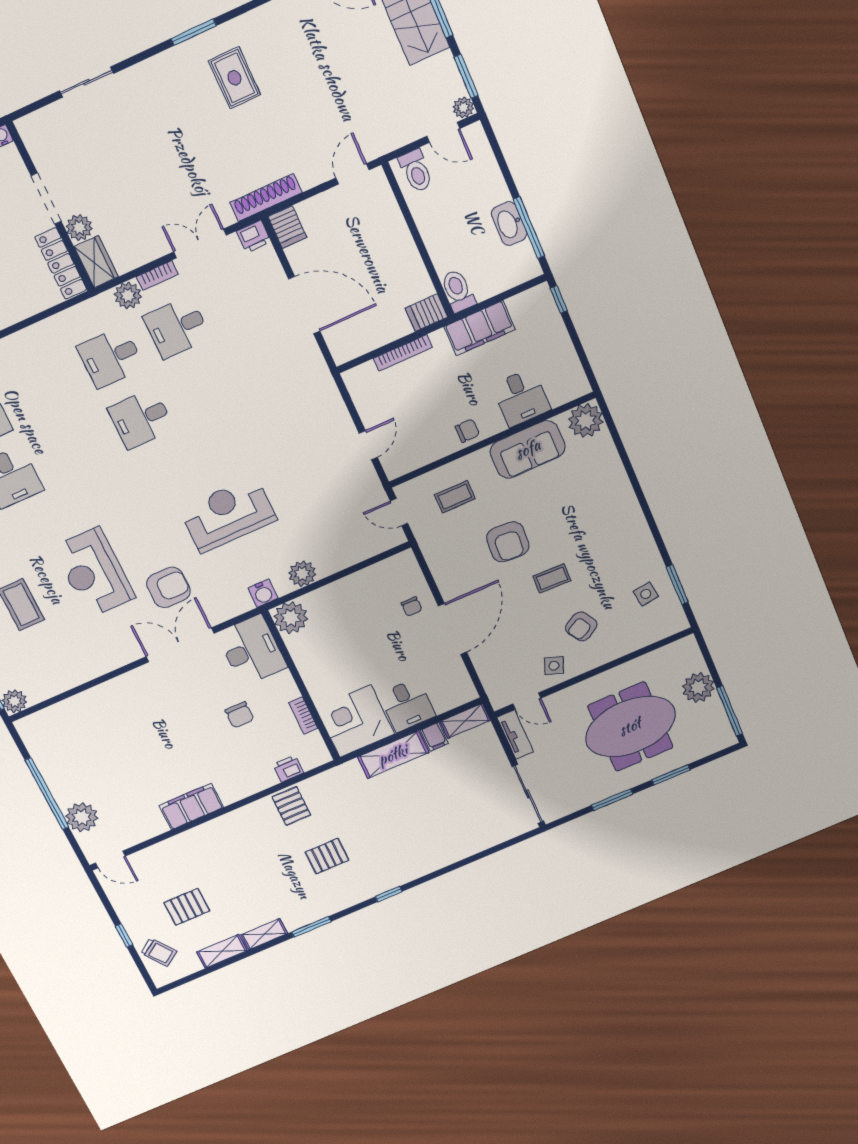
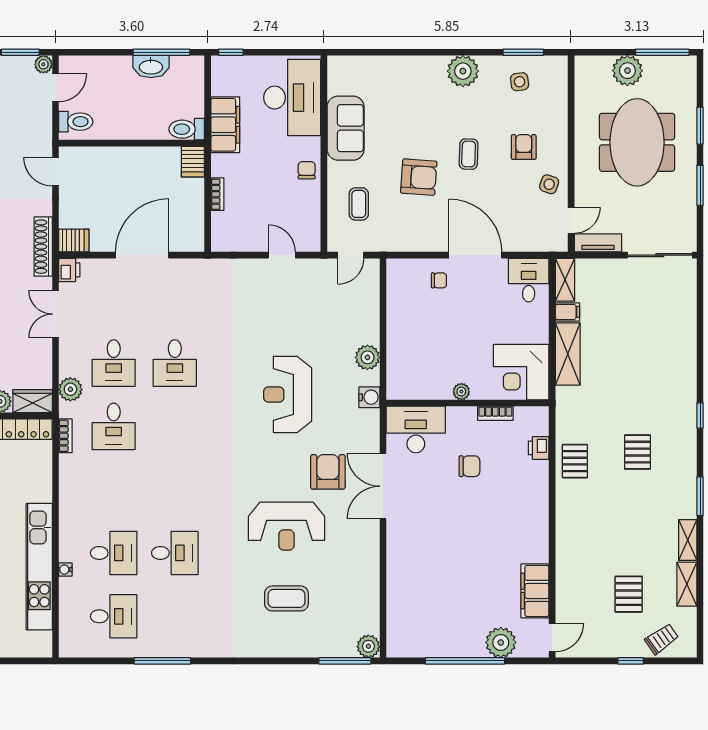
bookcase: (157, 276) -> (65, 436), moved
bookcase: (403, 353) -> (217, 194), width x0.64
desk: (521, 397) -> (292, 98), width x1.87, depth x1.30
desk: (141, 419) -> (175, 363), moved
plant: (586, 421) -> (463, 71), moved
plant: (291, 618) -> (461, 392), moved, width x0.53, depth x0.53
armchair: (581, 626) -> (524, 147), turned -149
desk: (407, 705) -> (529, 280), moved, turned -90
filing cabinet: (191, 806) -> (535, 591), moved
pallet: (291, 806) -> (575, 461), turned 90

